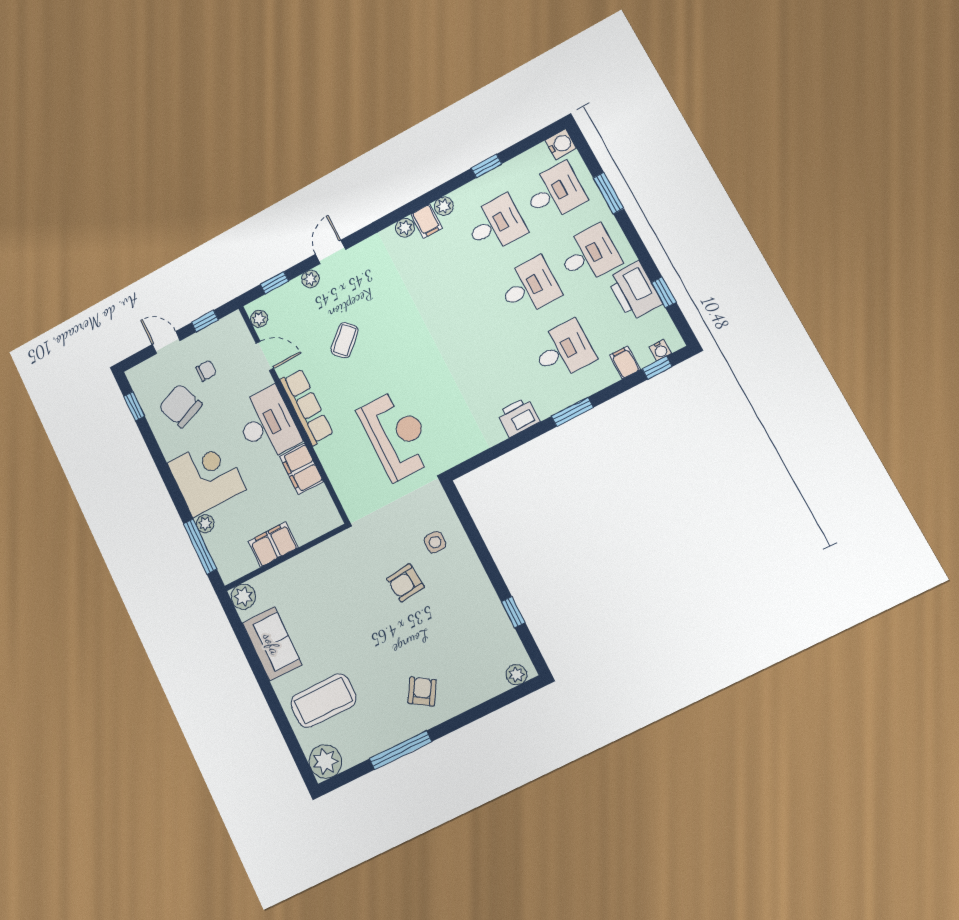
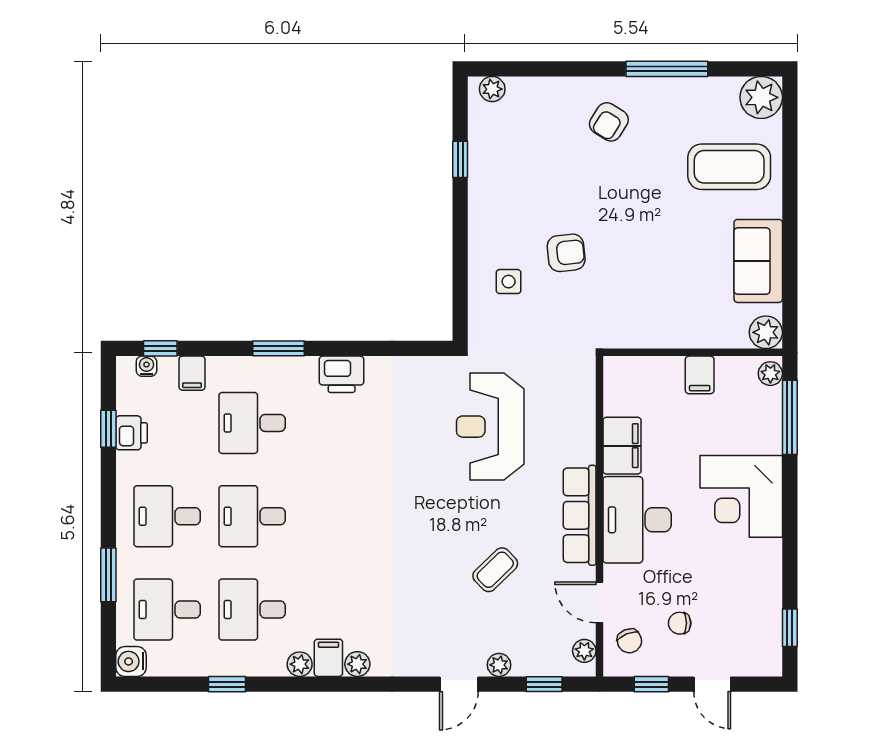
printer: (635, 291) -> (132, 433), width x0.53, depth x0.68
chair: (180, 406) -> (629, 641), moved, width x0.54, depth x0.54
plant: (205, 524) -> (770, 374), moved
filing cabinet: (273, 544) -> (700, 375), width x0.50

